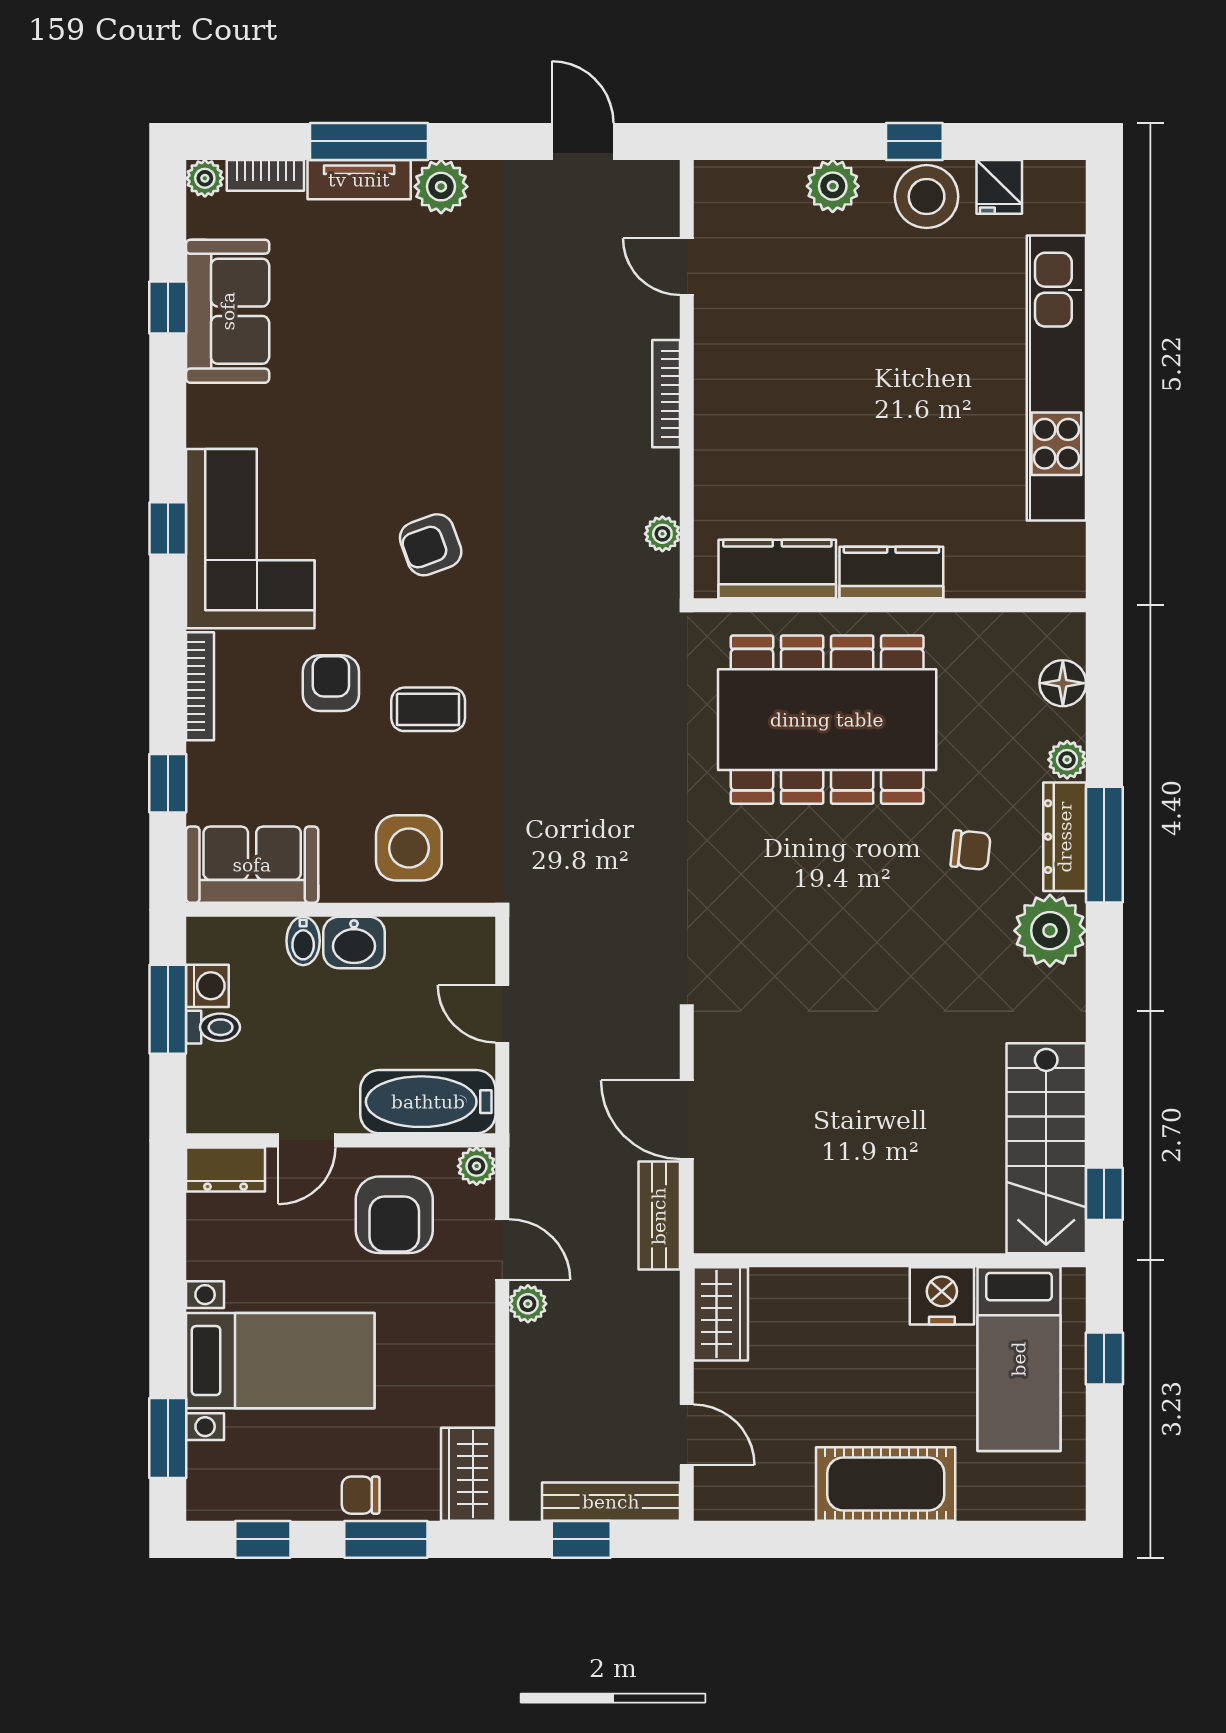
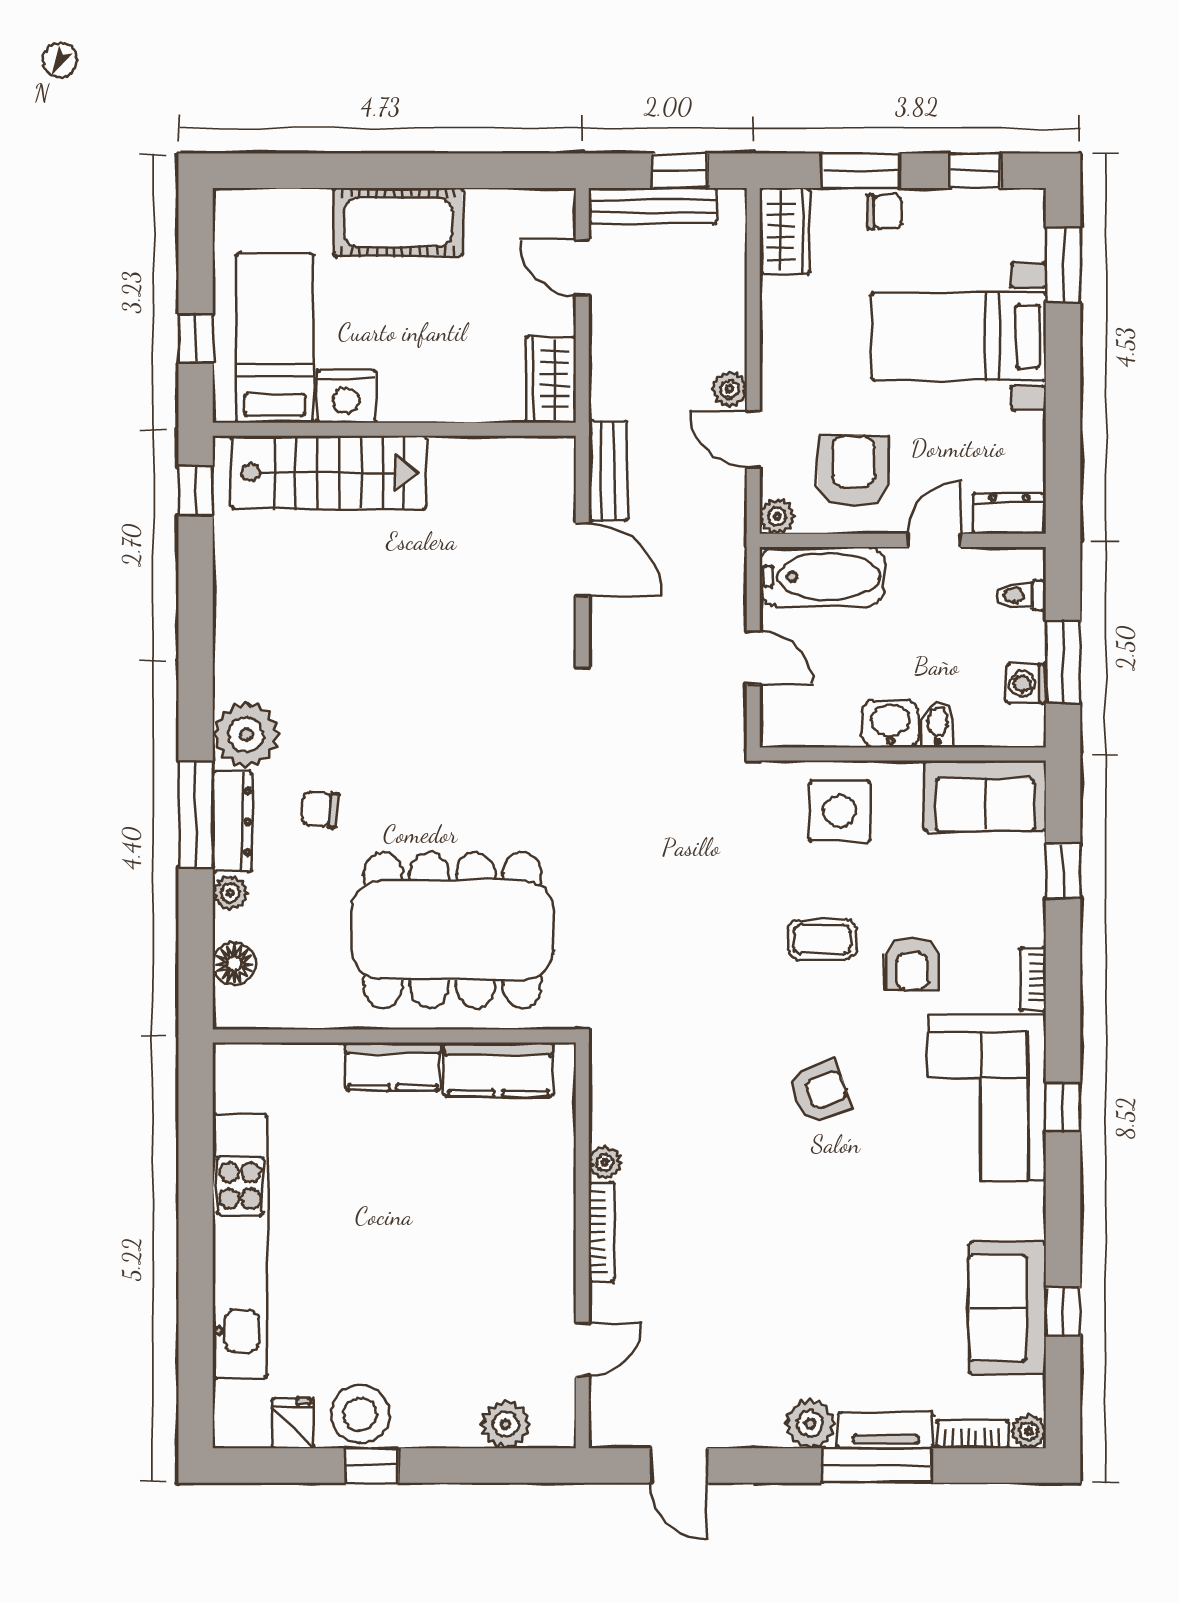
plant: (833, 186) -> (506, 1424), moved
door: (687, 267) -> (582, 1349), hinge flipped
plant: (662, 534) -> (605, 1163), moved
bookcase: (200, 686) -> (1033, 979), width x0.64
toilet: (213, 1027) -> (1021, 595), moved
stairs: (1046, 1148) -> (329, 472), moved, turned 90

